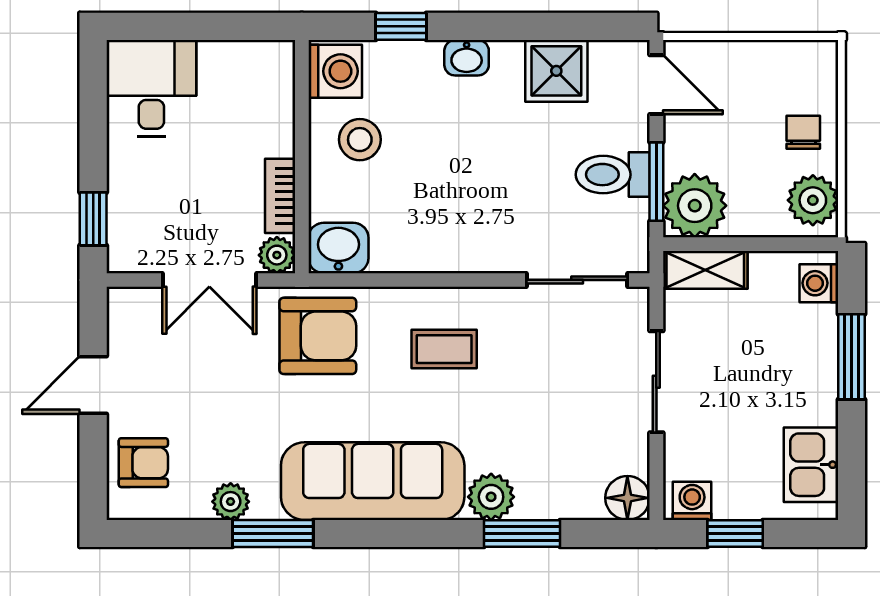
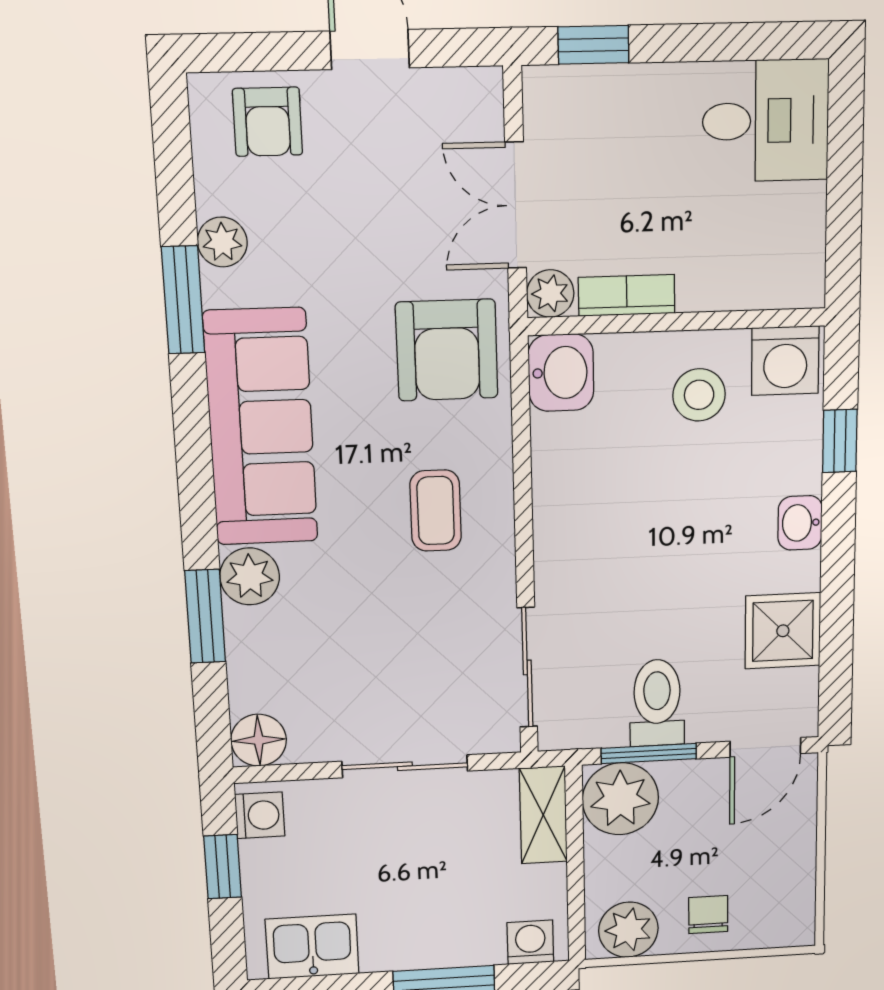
chair: (803, 132) -> (708, 915), turned -90

